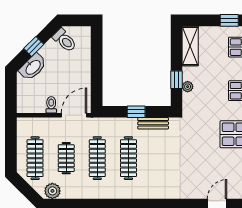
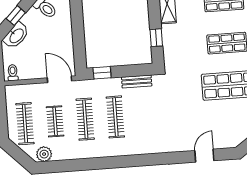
plant: (188, 87) -> (168, 44), removed
toilet: (51, 105) -> (13, 73), moved
window: (136, 112) -> (102, 73), moved
door: (74, 115) -> (60, 79), hinge flipped

